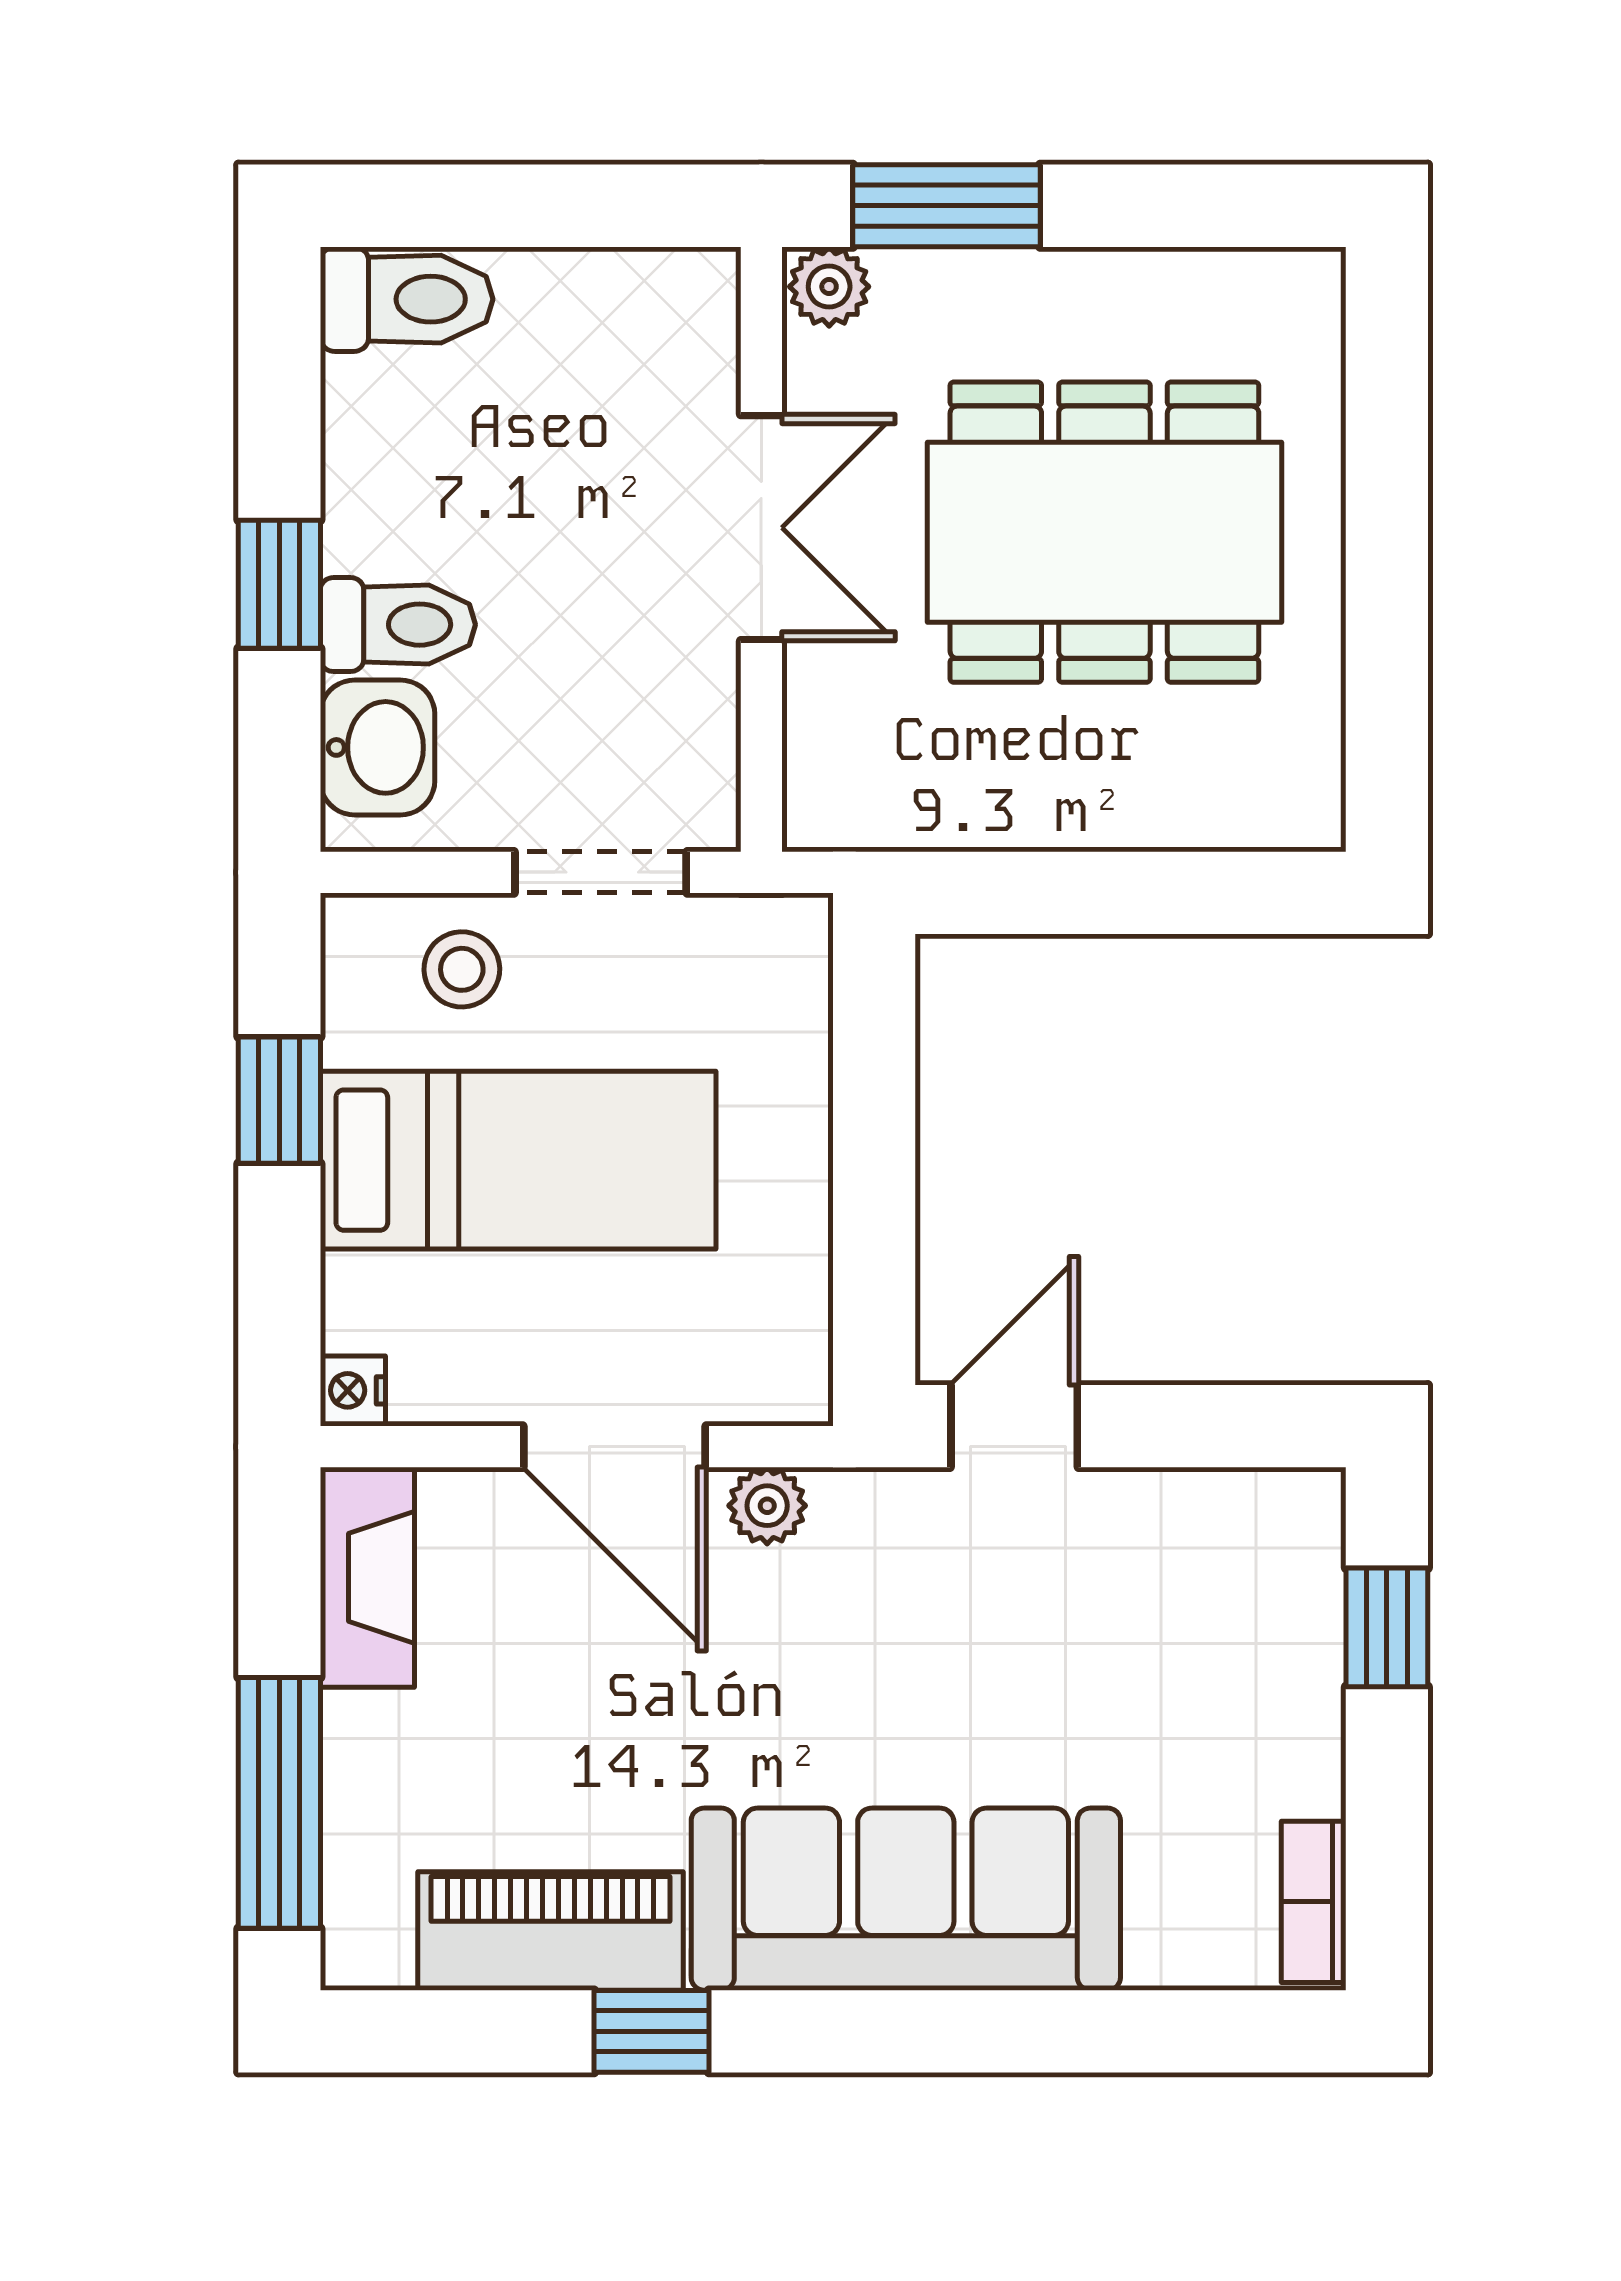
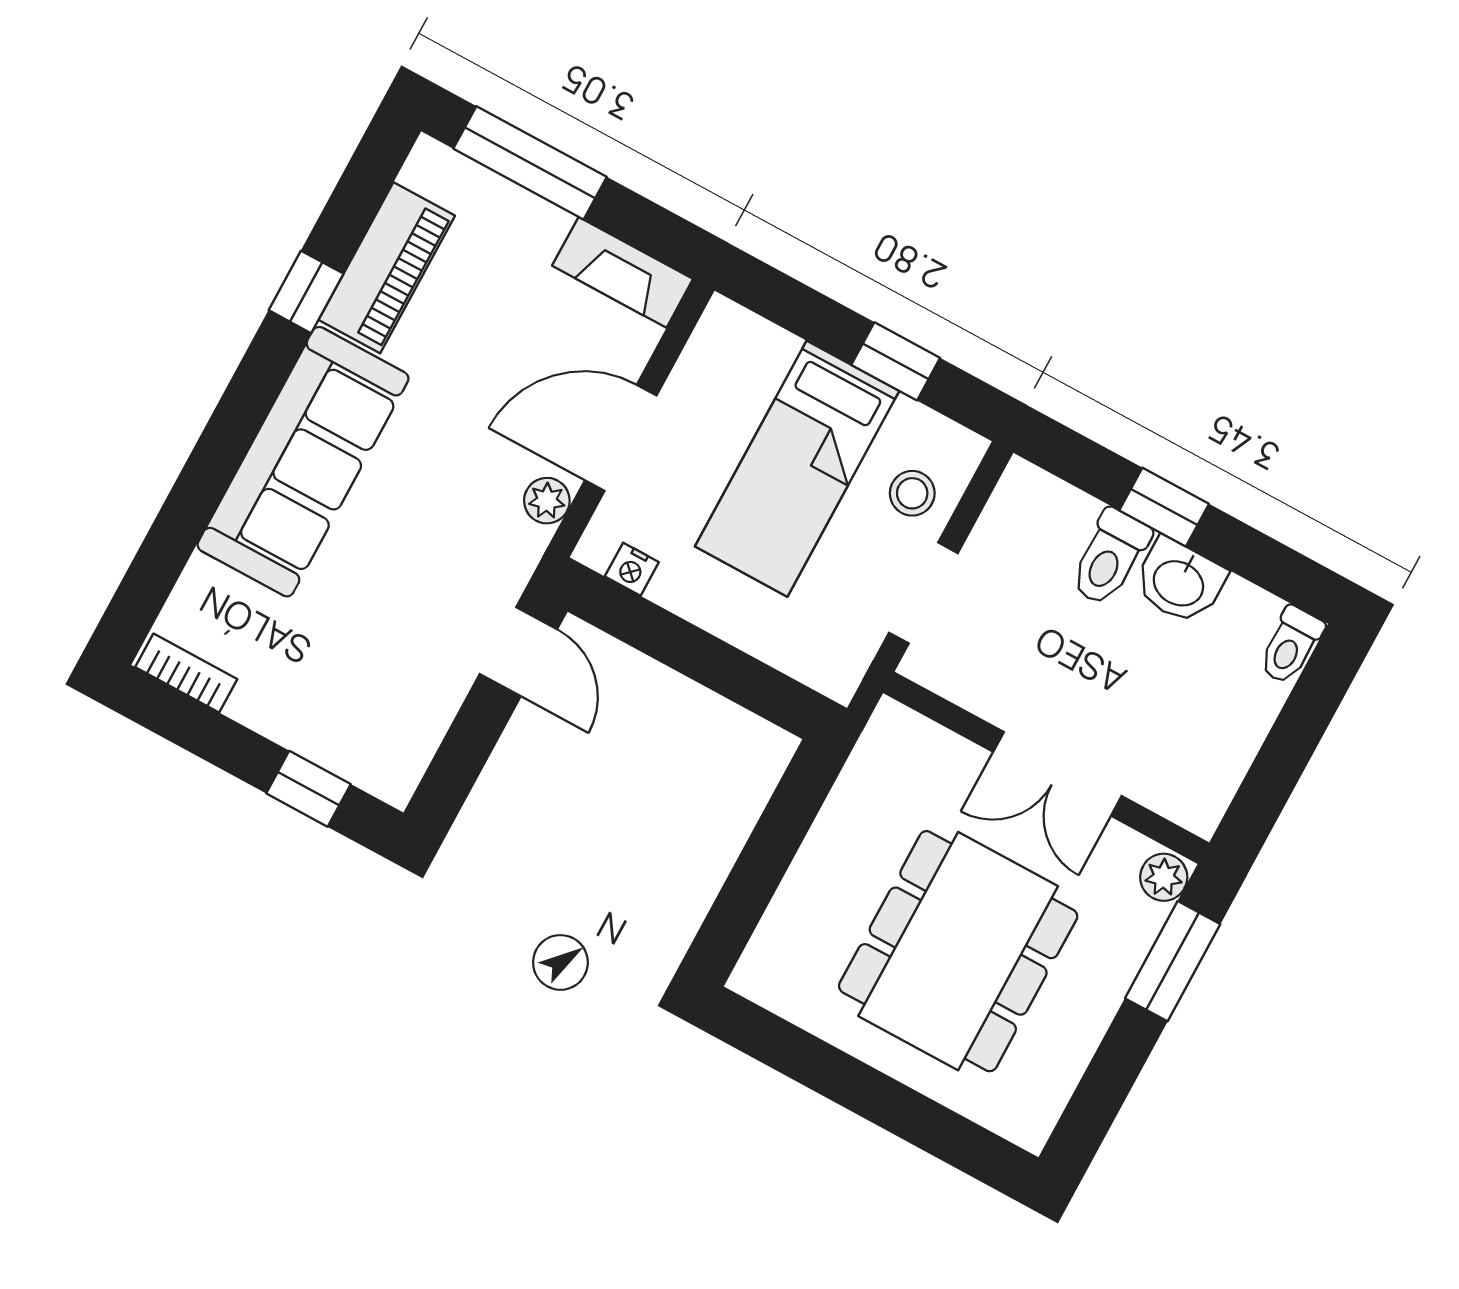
toilet: (407, 299) -> (1291, 645), width x0.73, depth x0.72
washbasin: (377, 747) -> (1179, 582), moved
nightstand: (353, 1390) -> (632, 569), moved, turned 180

